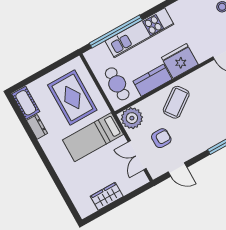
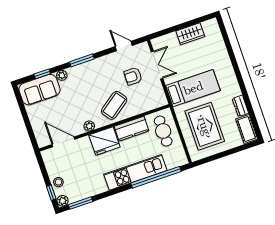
plant: (132, 118) -> (89, 126), moved, width x0.53, depth x0.53

